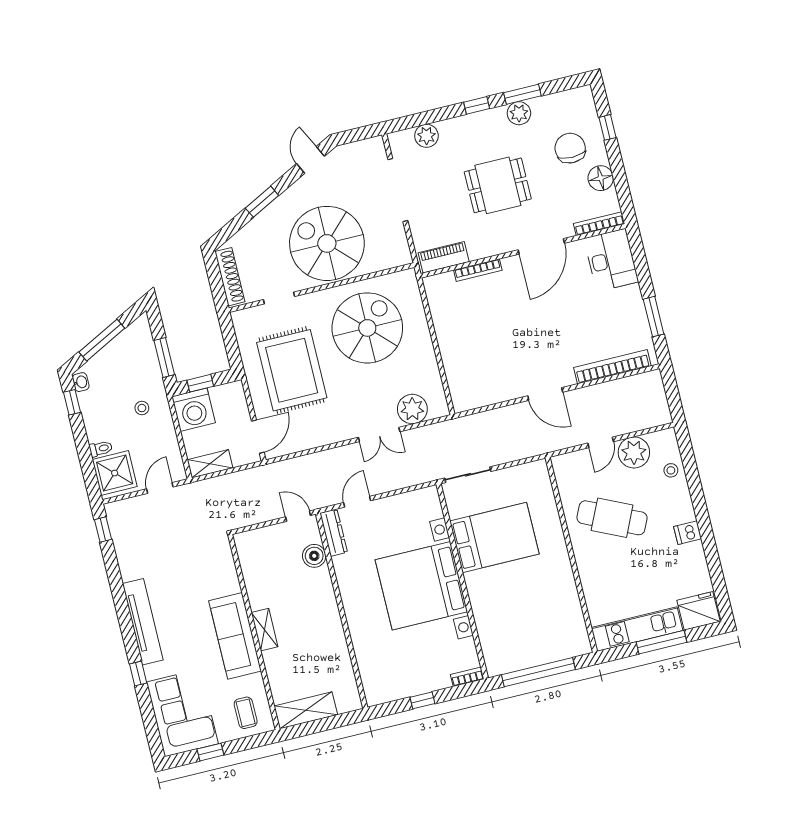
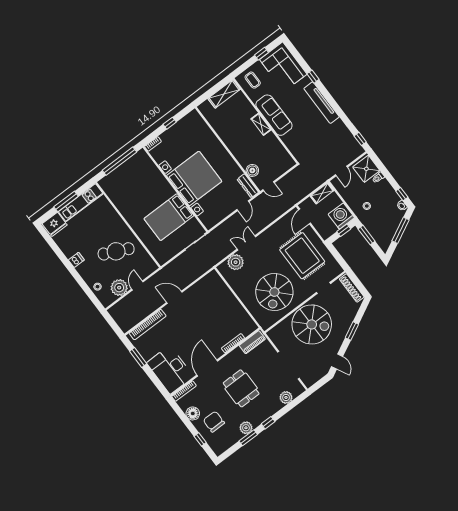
chair: (570, 148) -> (214, 422), turned 180
dining table: (498, 185) -> (241, 388), turned 90
desk: (611, 260) -> (170, 370), width x1.36, depth x1.30

